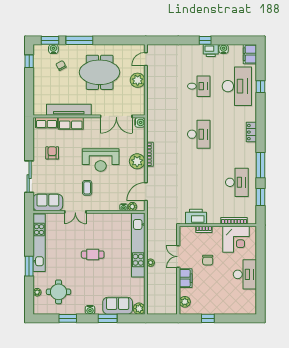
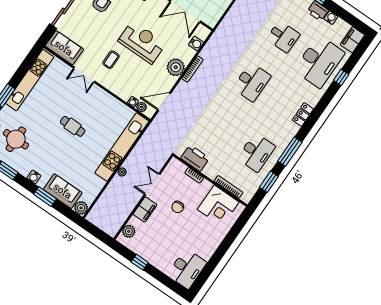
water cooler: (140, 122) -> (196, 44), moved
reception desk: (101, 160) -> (142, 42), turned 180
desk: (245, 274) -> (187, 269), moved

